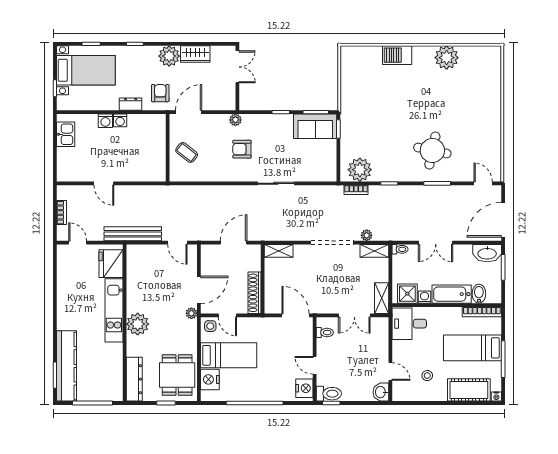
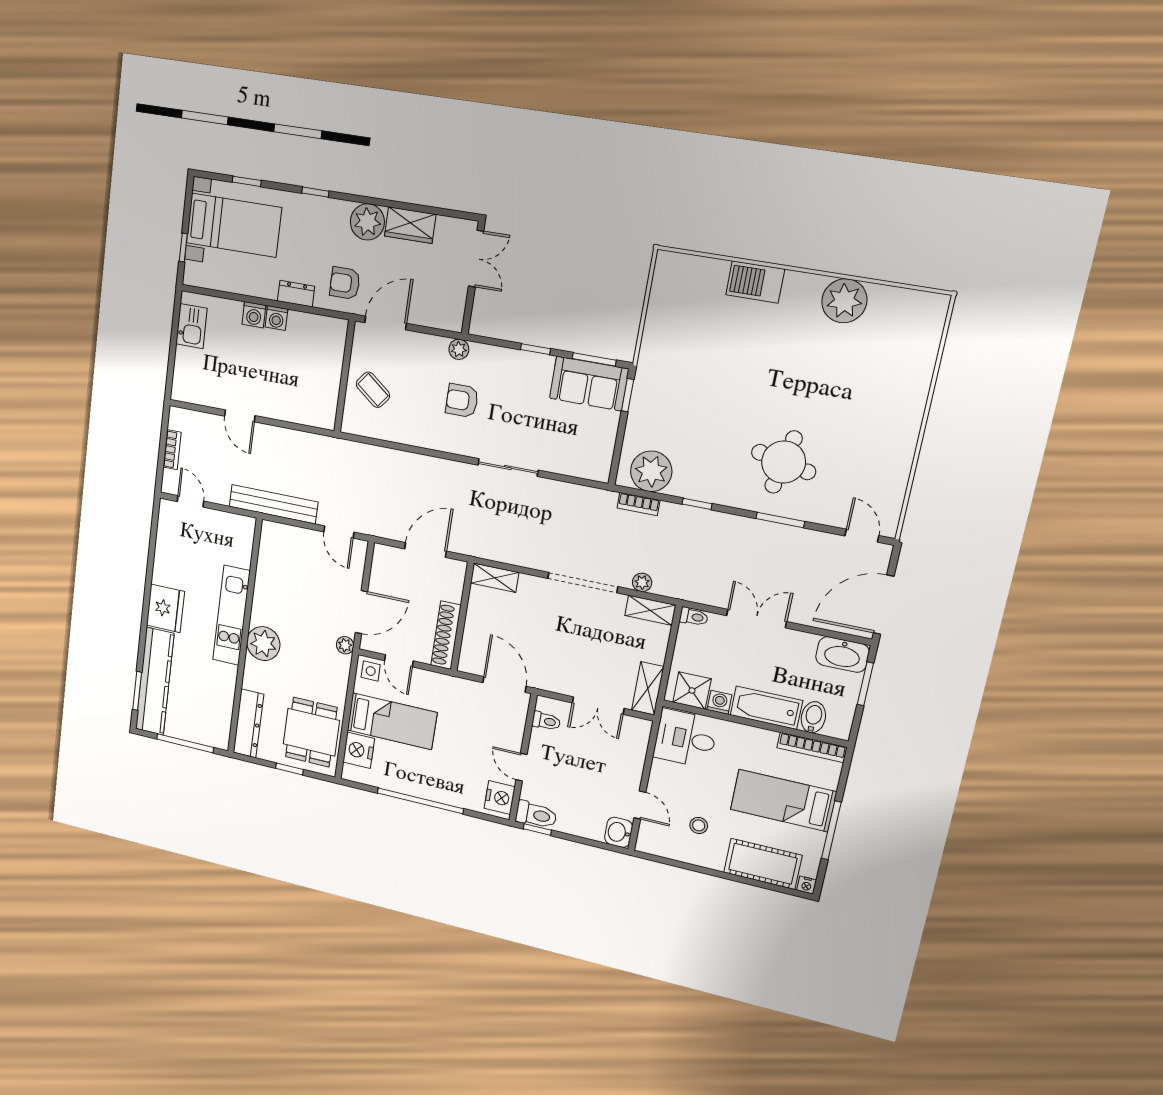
armchair: (160, 93) -> (345, 283), turned -90
double door: (436, 243) -> (756, 619), swing flipped
fridge: (111, 264) -> (165, 608), moved, turned 180

